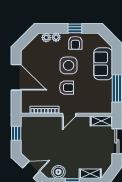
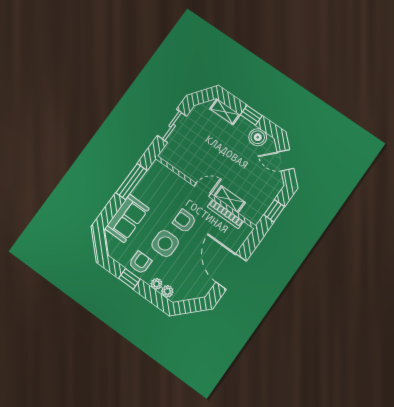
shelving: (101, 121) -> (230, 199), moved

